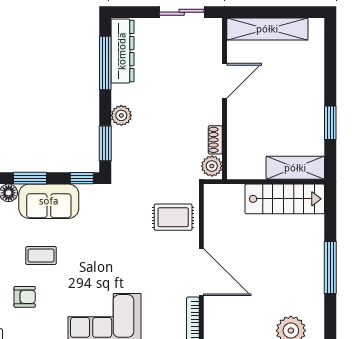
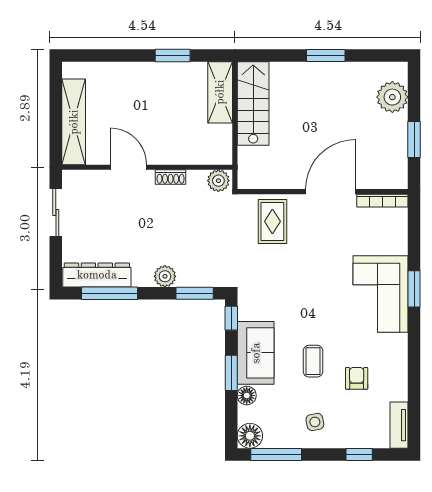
shoe rack: (215, 140) -> (171, 177), moved
window: (330, 268) -> (326, 55), width x0.69

